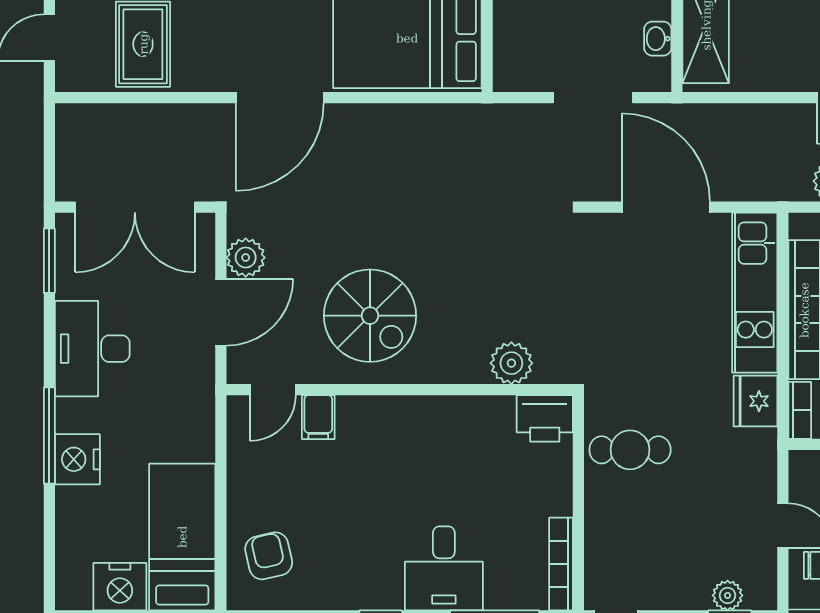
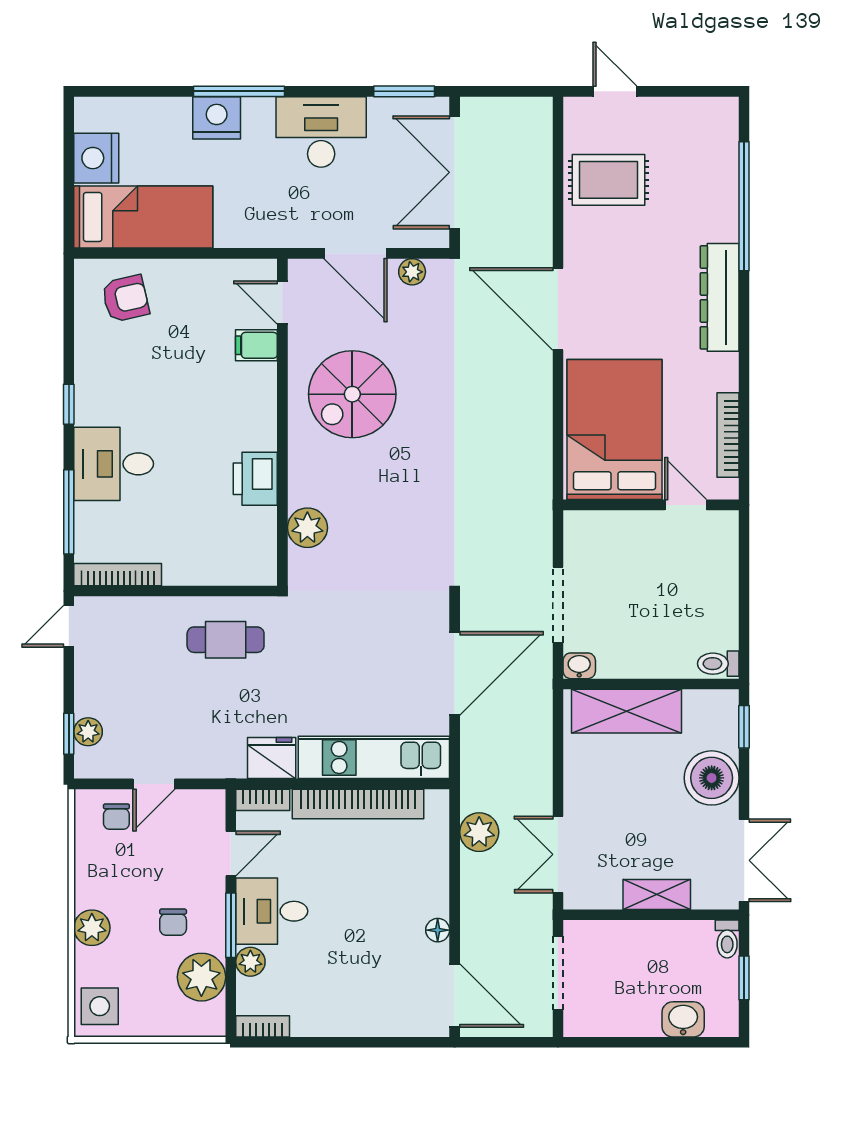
washbasin: (658, 39) -> (579, 666), moved
plant: (246, 258) -> (412, 272), width x0.73, depth x0.73
printer: (545, 418) -> (255, 479), moved
cafe table: (630, 450) -> (226, 640), turned 90

